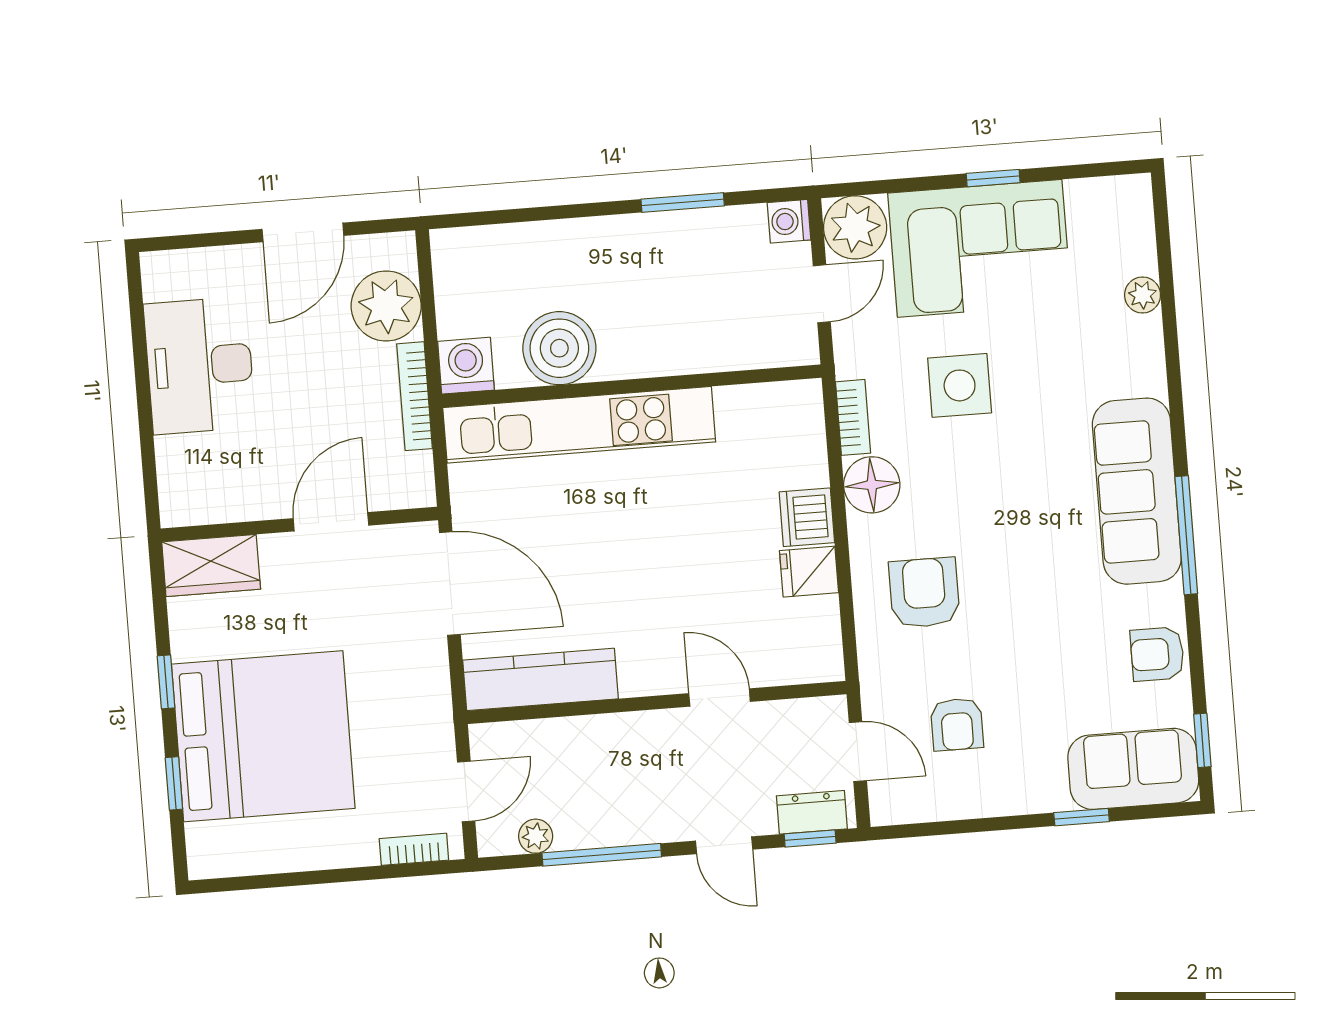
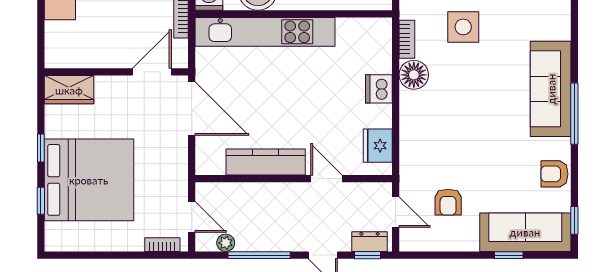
door: (331, 522) -> (152, 72), moved
fridge: (809, 572) -> (378, 146), moved, width x1.38
armchair: (924, 593) -> (437, 133), removed
kitchen counter: (540, 679) -> (266, 162), moved
sofa: (1133, 769) -> (525, 232), width x1.36
door: (466, 792) -> (192, 217), hinge flipped

